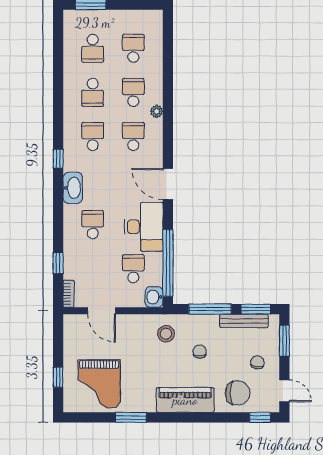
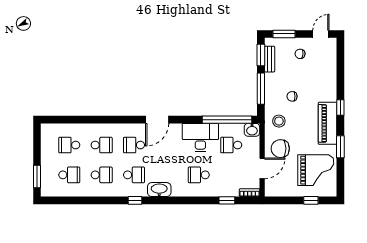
school desk: (133, 92) -> (102, 145), turned 180
plant: (157, 111) -> (116, 128), removed
school desk: (93, 136) -> (134, 175), turned 180
window: (58, 159) -> (135, 200), moved
door: (168, 184) -> (157, 120), moved
washbasin: (73, 188) -> (159, 190), moved
bench: (244, 321) -> (270, 59), width x0.73
chair: (238, 393) -> (280, 149), moved, turned -90
piano: (185, 400) -> (328, 123), moved
window: (260, 417) -> (340, 107), moved

